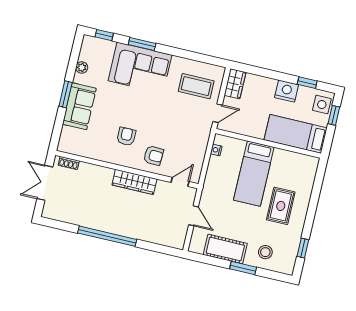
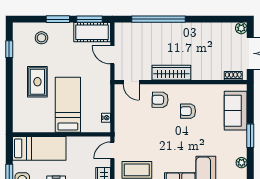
sofa: (79, 106) -> (236, 111), moved
armchair: (126, 136) -> (188, 111), turned 90
door: (180, 182) -> (131, 82), hinge flipped
plant: (48, 212) -> (241, 28), added
window: (107, 236) -> (159, 19), moved
cot: (225, 249) -> (92, 32), moved
window: (209, 260) -> (90, 19), added

